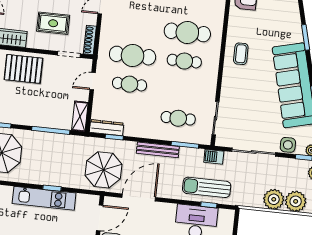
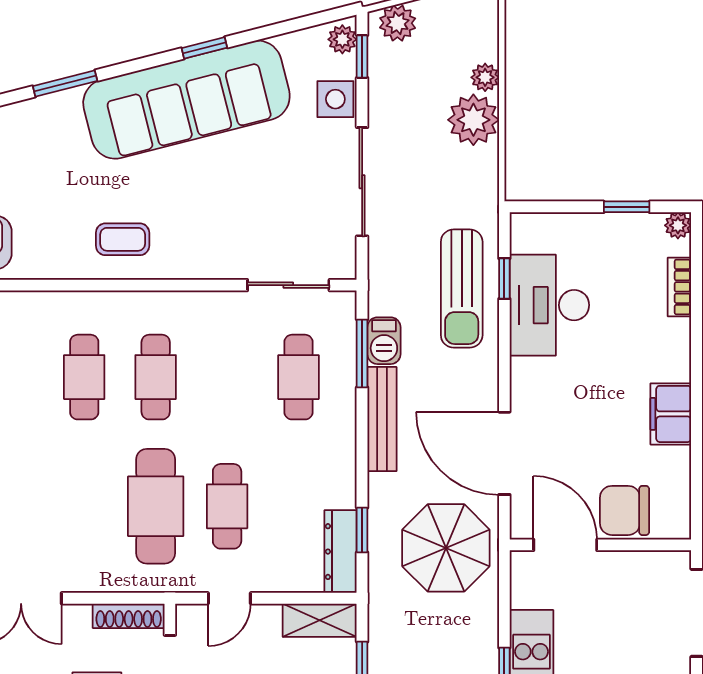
cafe table: (187, 32) -> (84, 377), width x0.73, depth x0.74
door: (93, 81) -> (229, 598), hinge flipped
barbecue: (214, 157) -> (384, 341), moved
plant: (296, 201) -> (485, 77), width x0.53, depth x0.53

